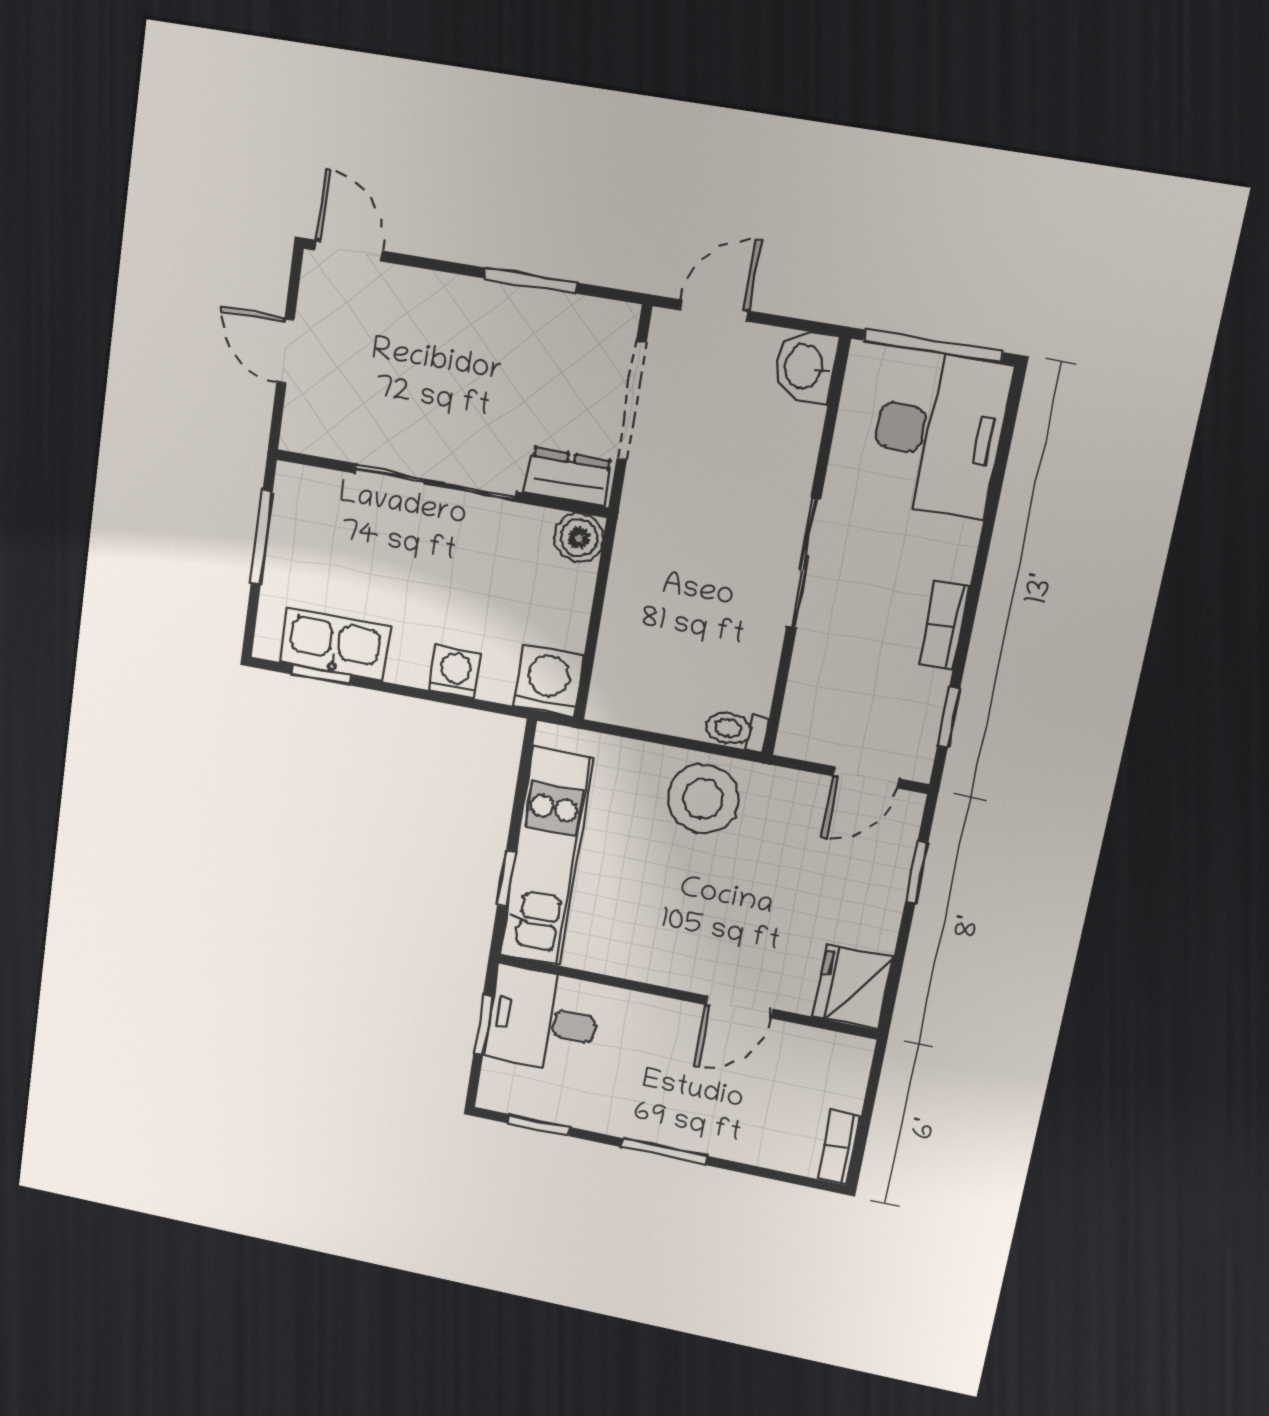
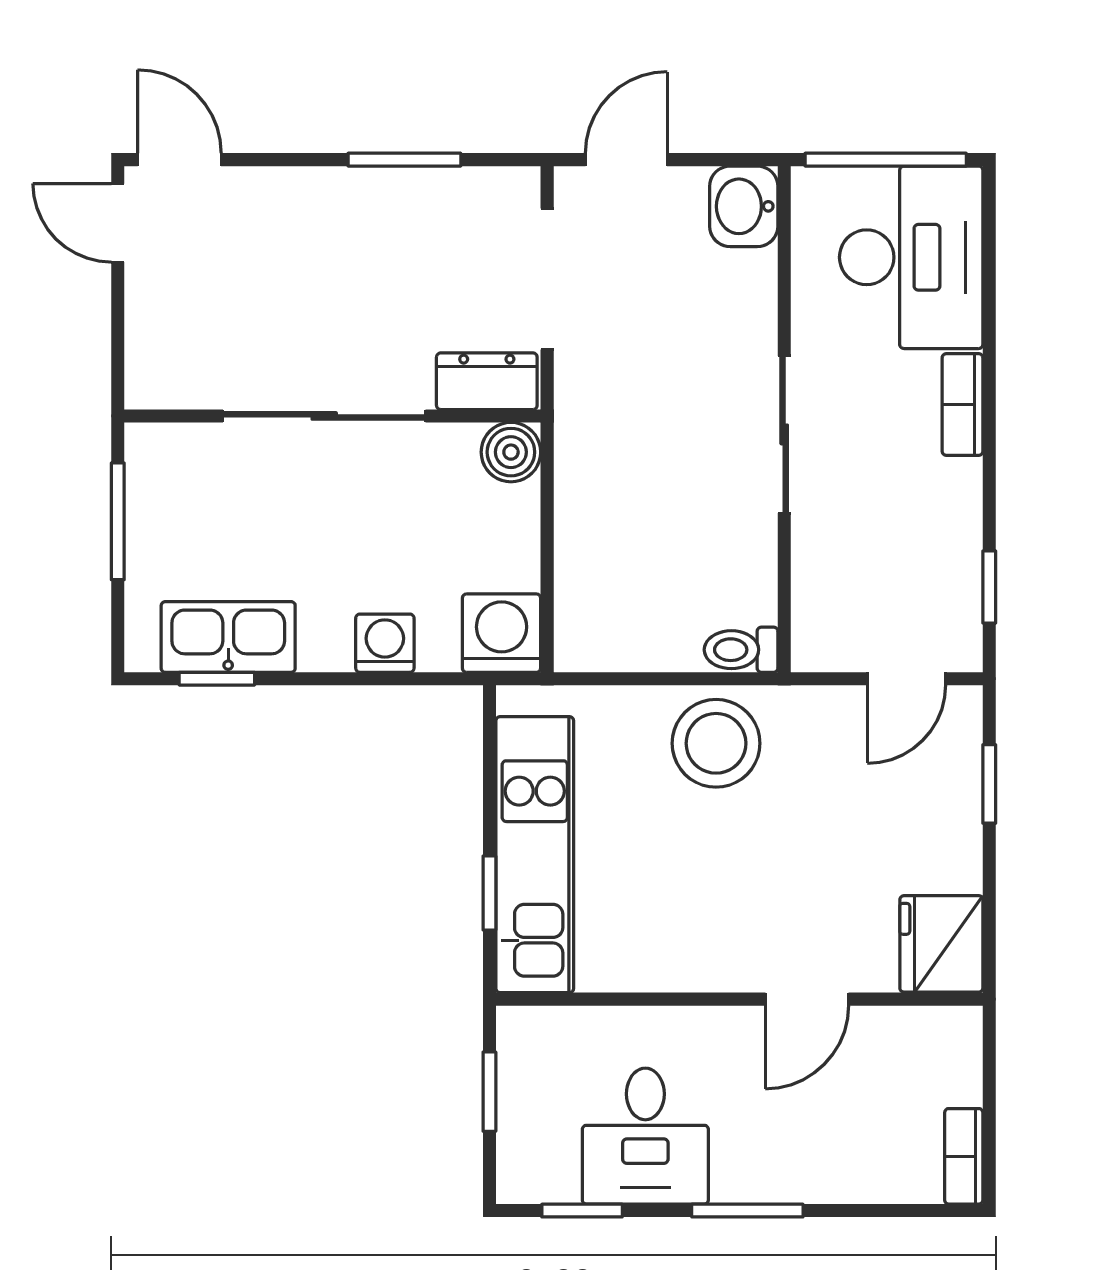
door: (286, 351) -> (118, 223), moved
bookcase: (944, 625) -> (963, 405), moved
desk: (542, 1020) -> (645, 1136), moved, turned -90

